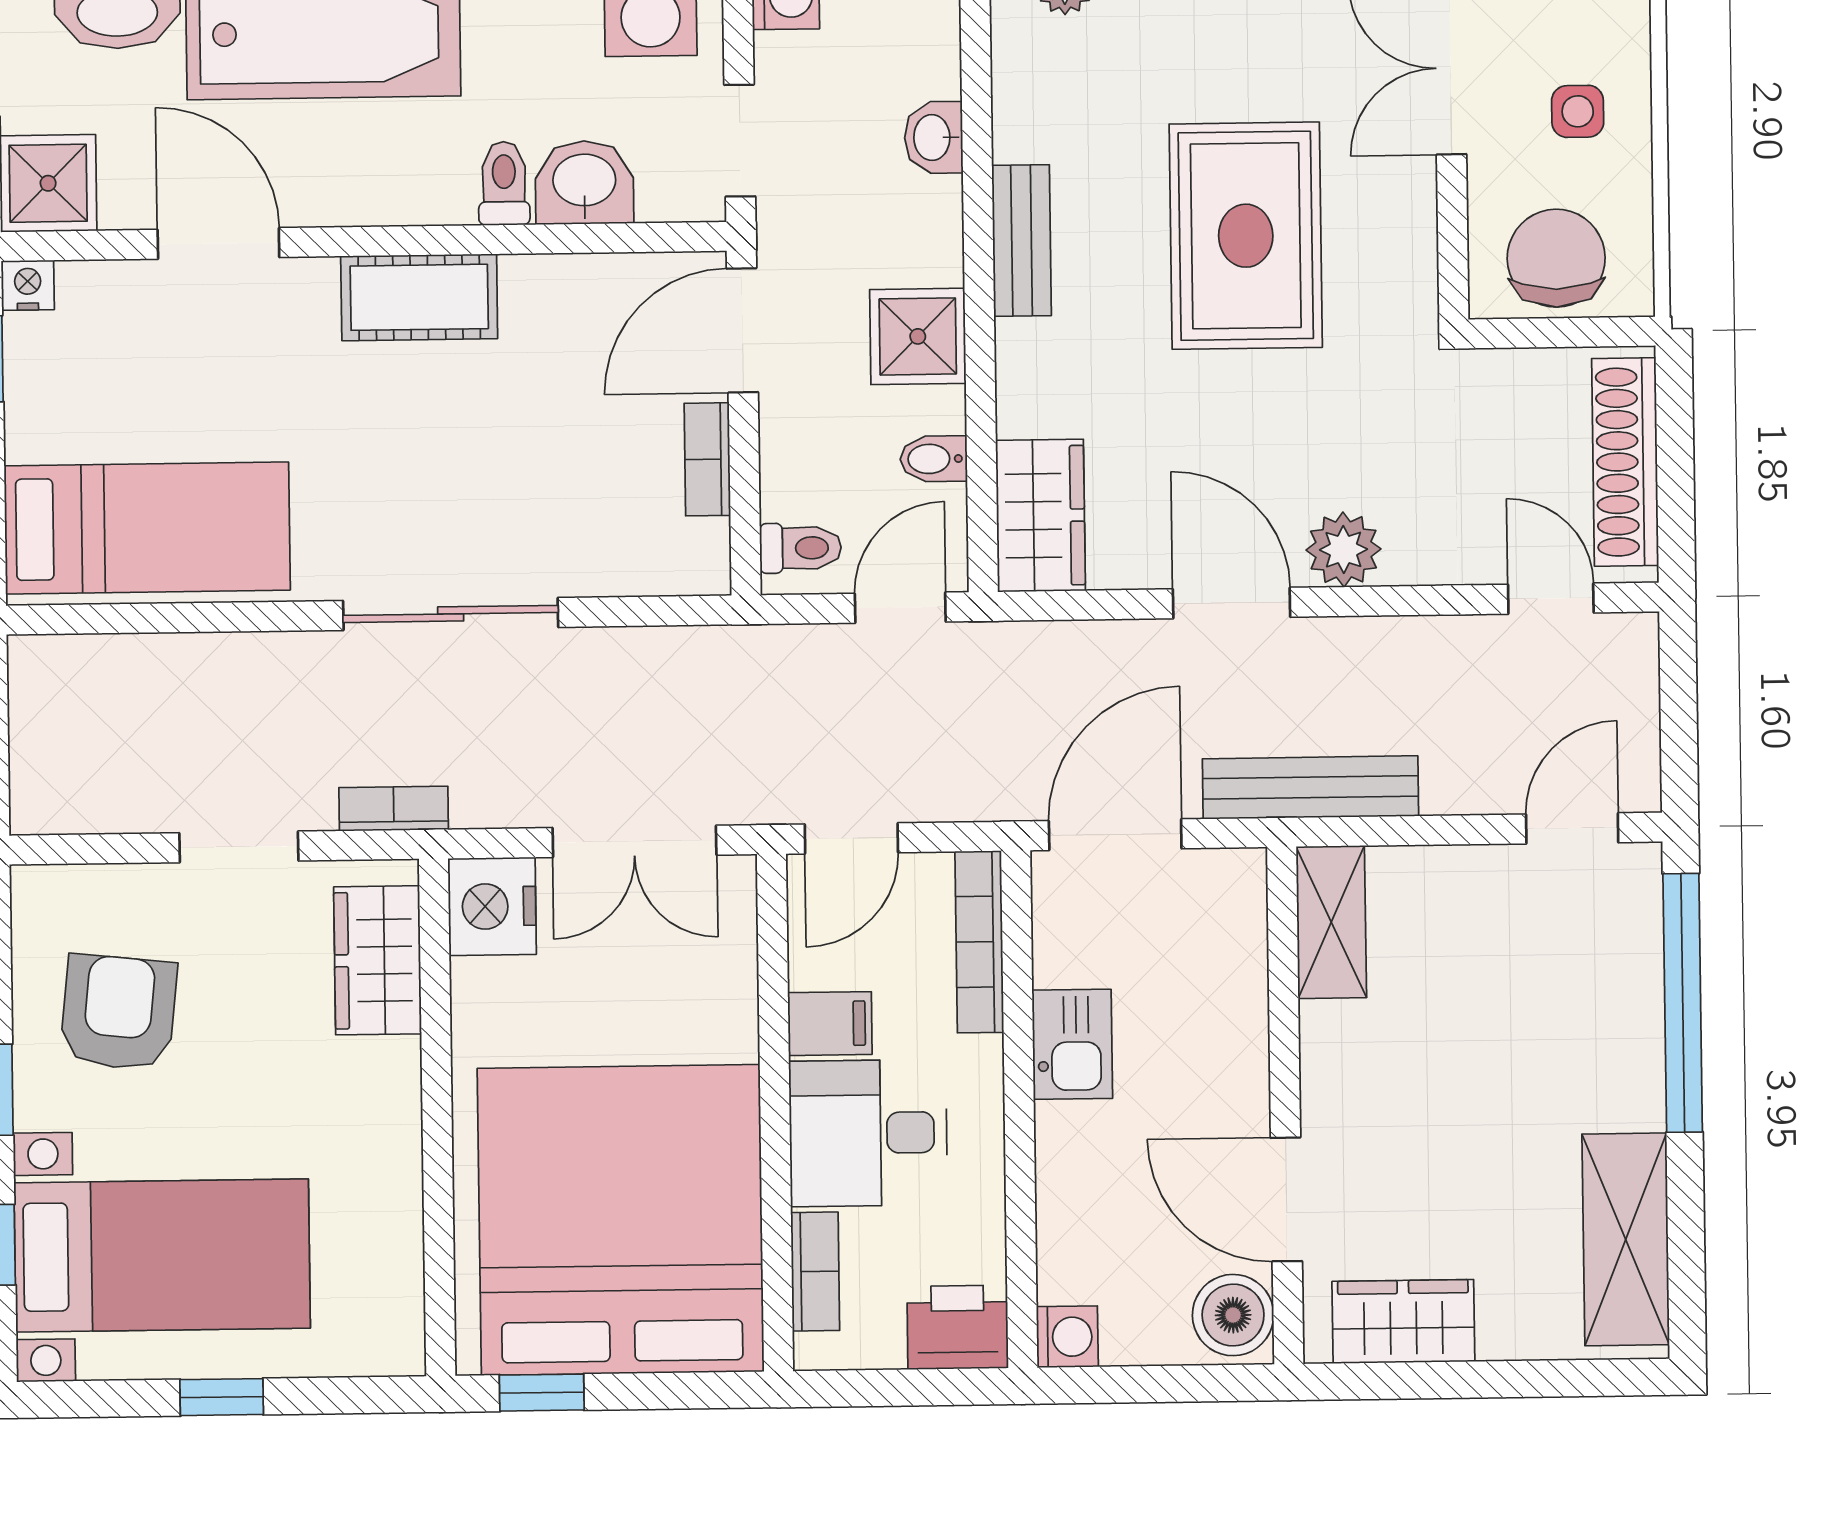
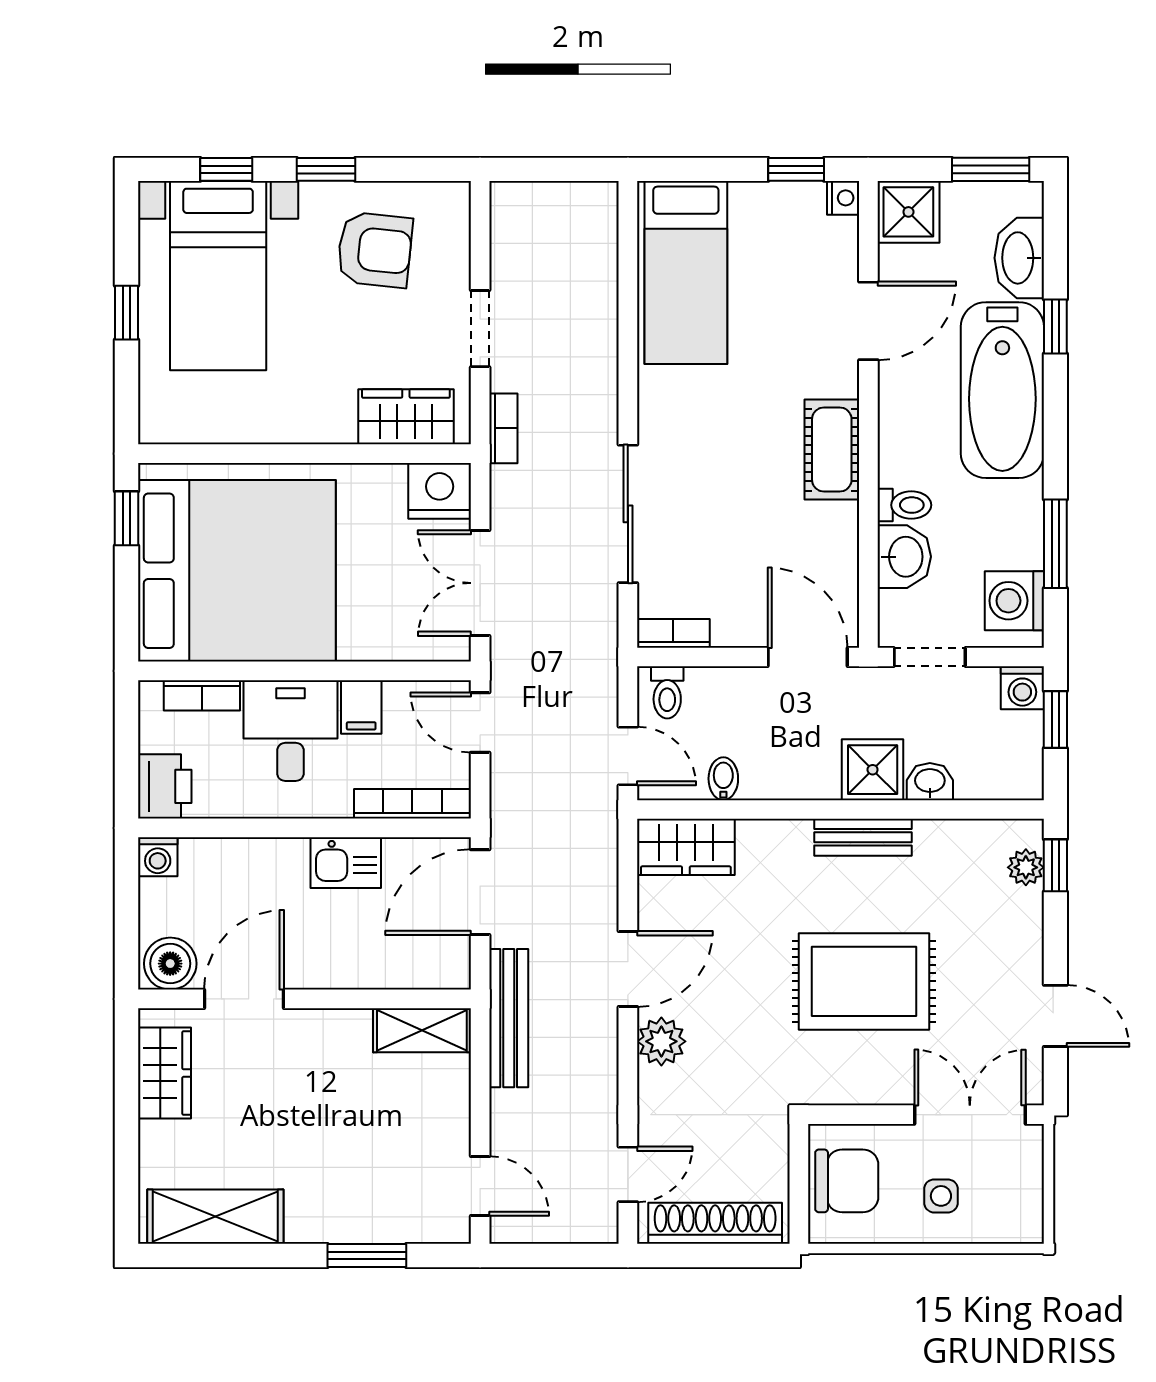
shower: (918, 336) -> (873, 770), moved
bookcase: (707, 459) -> (673, 633), moved
sliding door: (451, 614) -> (628, 514), moved
door: (1115, 835) -> (480, 892), swing flipped
window: (1683, 1003) -> (367, 1255), width x0.47

